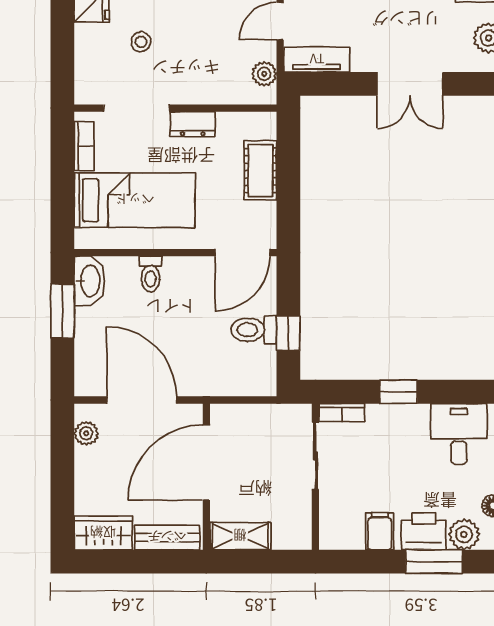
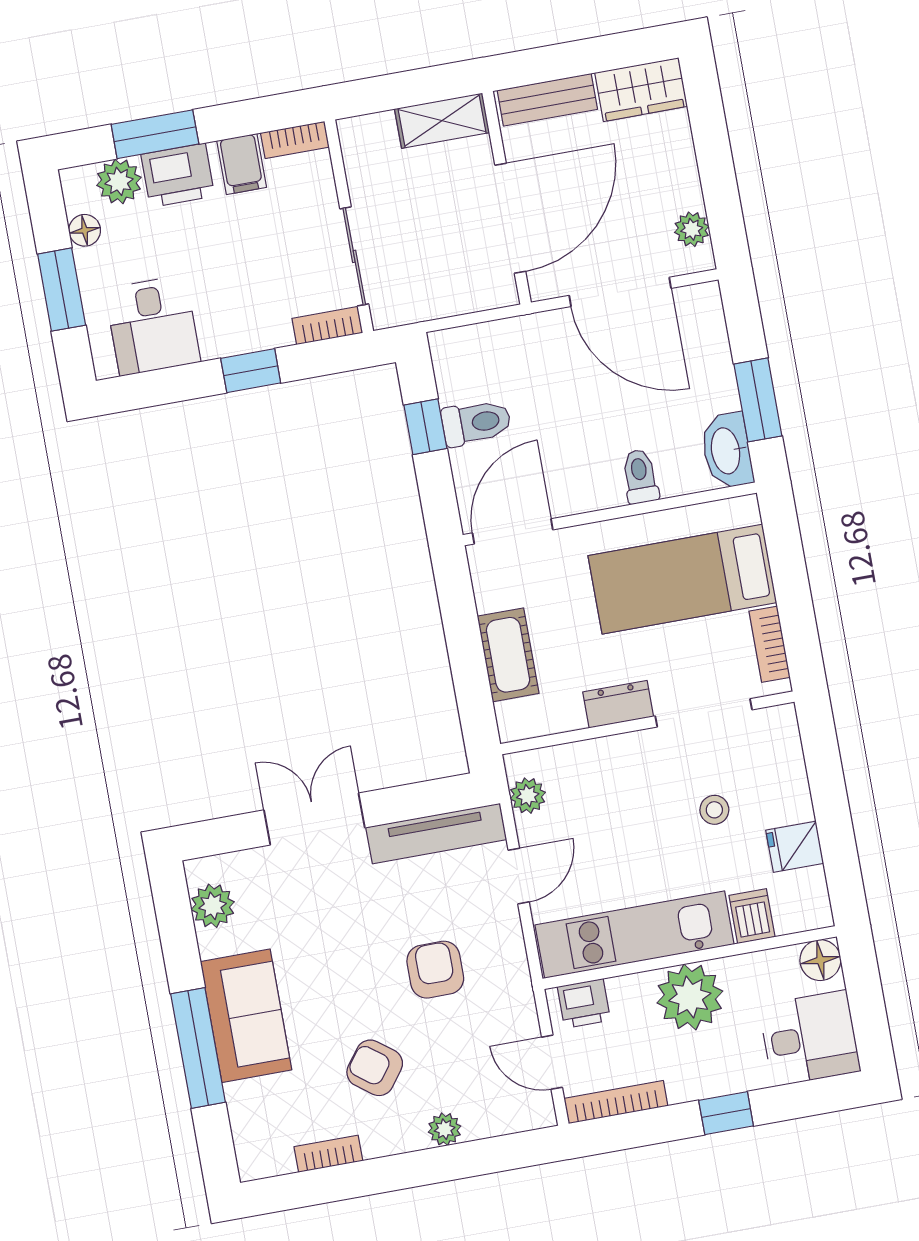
tv unit: (317, 59) -> (436, 833), width x1.41
bookcase: (341, 541) -> (295, 140), added

